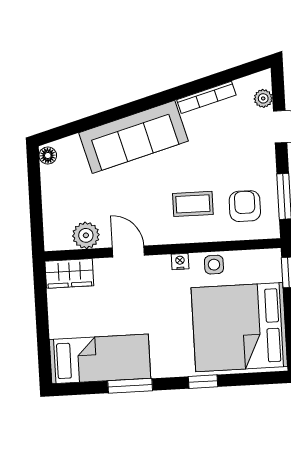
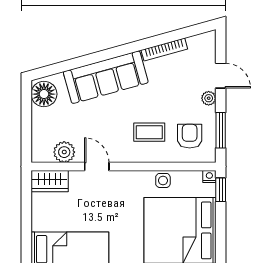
plant: (263, 98) -> (209, 98), moved
floor lamp: (48, 156) -> (44, 94), width x1.89, depth x1.89
nightstand: (180, 261) -> (209, 177), moved

